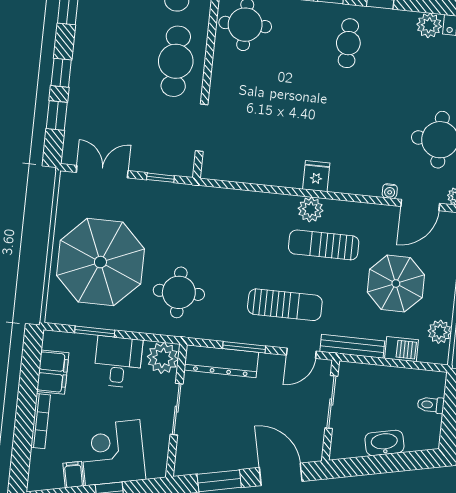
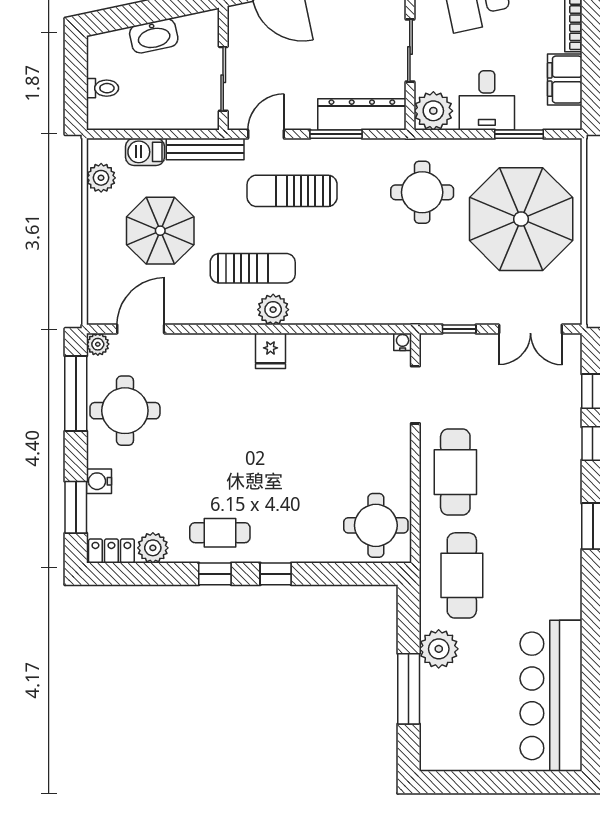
cafe table: (348, 43) -> (220, 533), moved, turned 90
water cooler: (390, 191) -> (403, 342), moved

